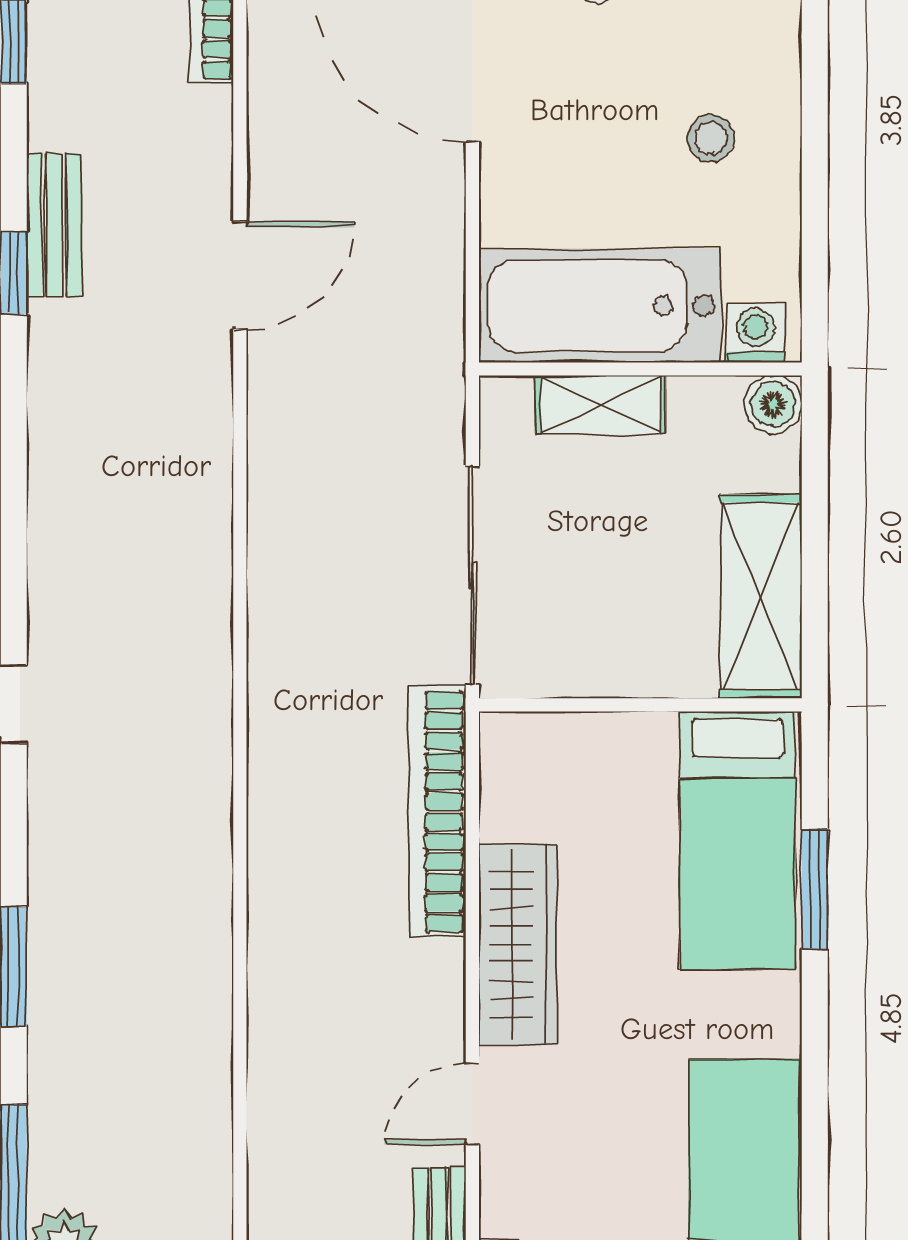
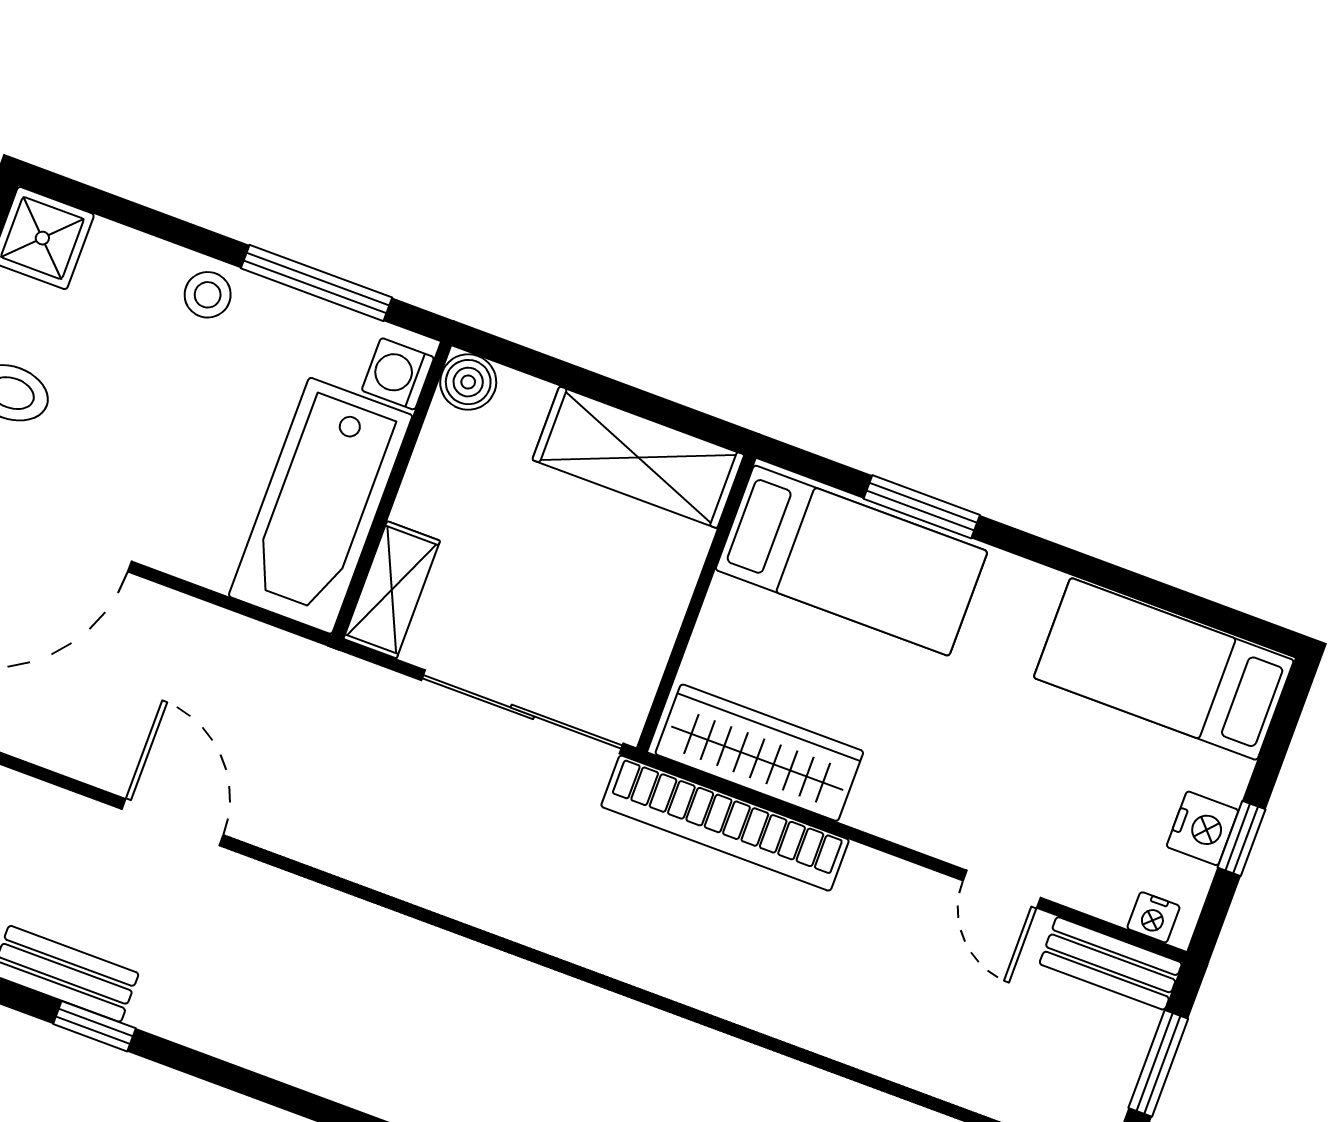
stool: (711, 138) -> (208, 295), moved
window: (815, 222) -> (317, 283), added
shelving: (600, 405) -> (392, 590), moved
wardrobe: (518, 945) -> (759, 753), moved

